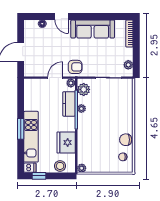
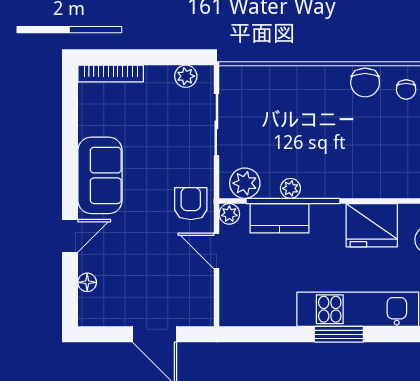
sofa: (93, 29) -> (100, 175), width x0.73

